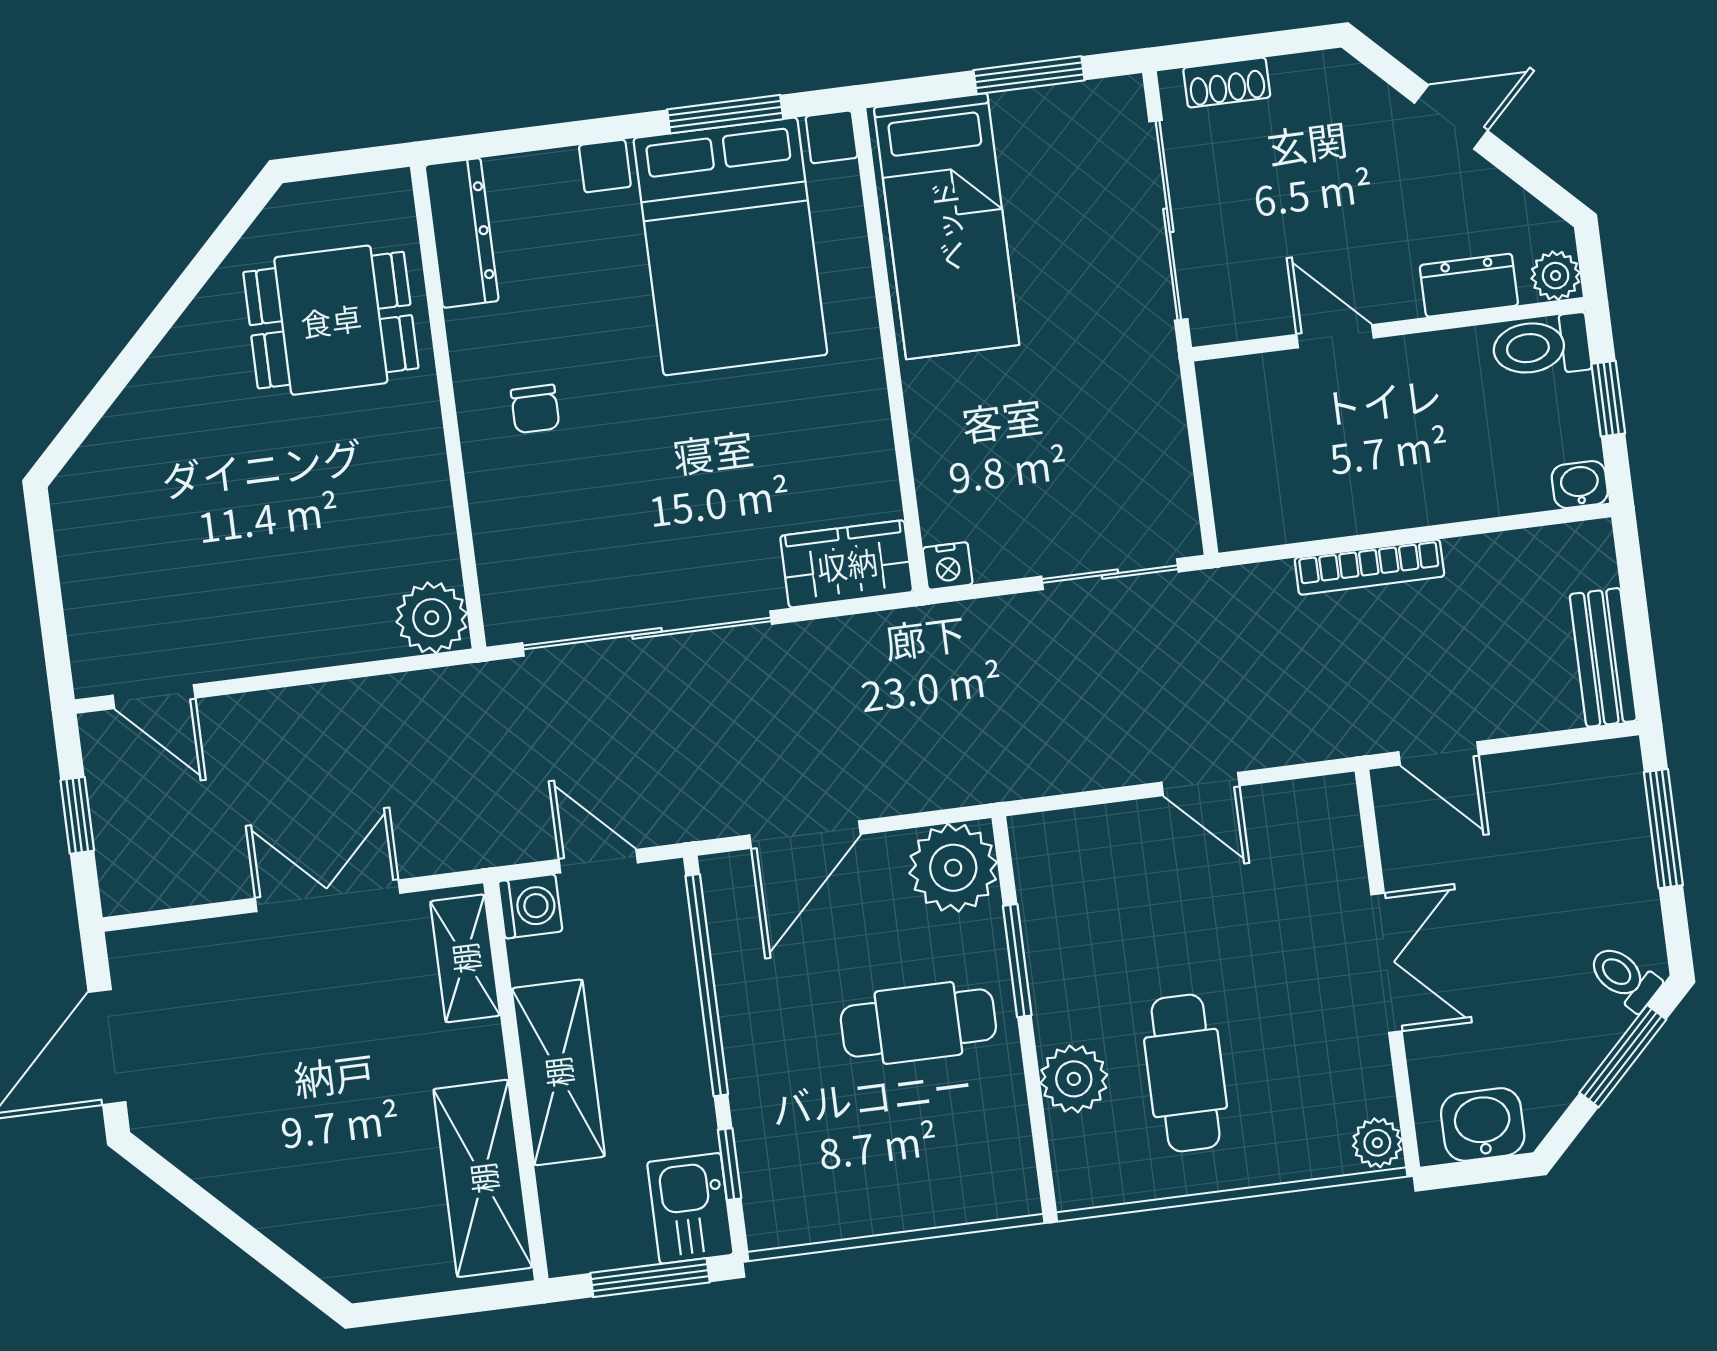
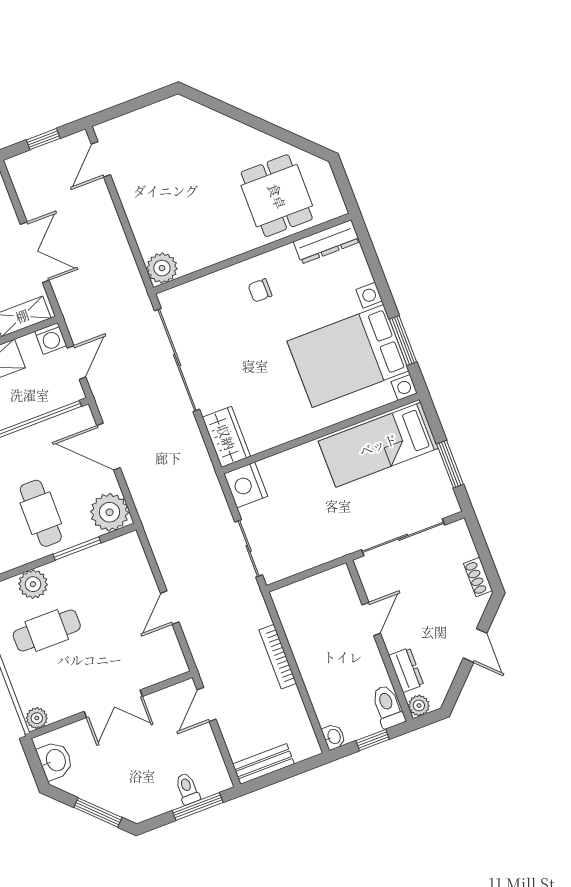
shoe rack: (1227, 83) -> (478, 577), moved
nightstand: (948, 566) -> (246, 485), width x1.89, depth x1.79
toilet: (1624, 978) -> (187, 789), moved, turned -45

